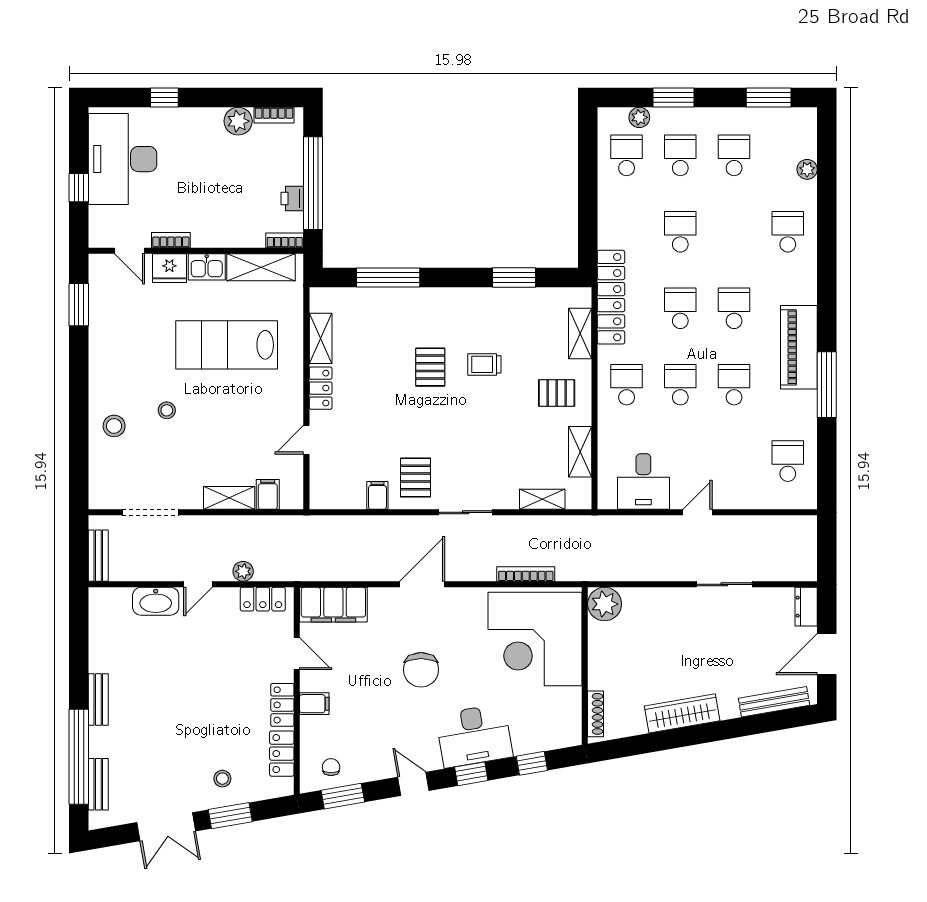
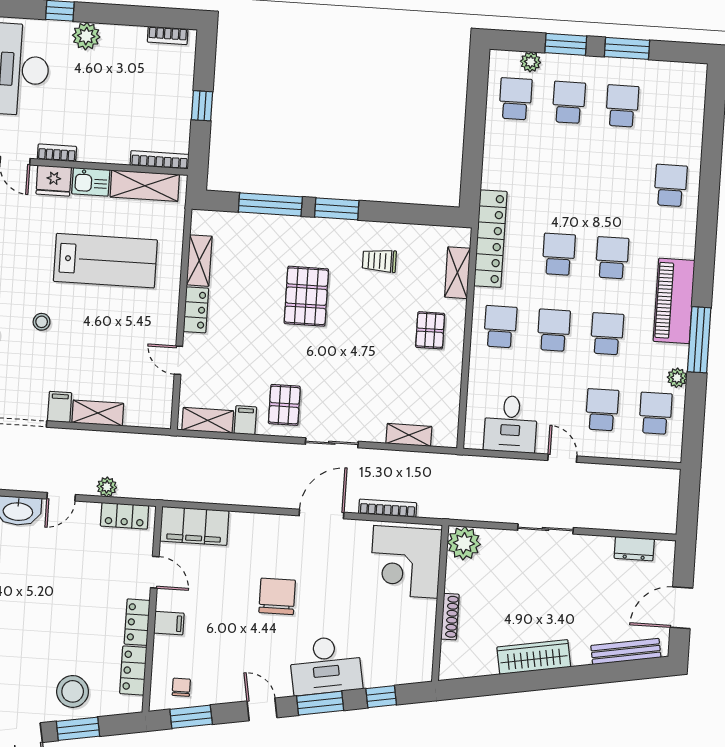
window: (769, 98) -> (627, 48), moved
plant: (238, 121) -> (86, 36), moved
plant: (807, 169) -> (677, 378), moved
window: (313, 183) -> (202, 106), width x0.32
printer: (292, 199) -> (180, 120), removed
school desk: (680, 232) -> (602, 410), moved
bookcase: (285, 240) -> (160, 160), width x1.56
window: (514, 278) -> (337, 209), moved
lab bench: (227, 345) -> (105, 261), turned 180
trolley: (484, 364) -> (379, 261), moved
pallet: (430, 367) -> (306, 296), width x1.50, depth x1.42
pallet: (557, 393) -> (430, 330), turned 90
door: (306, 440) -> (178, 360), hinge flipped
shelving: (580, 452) -> (208, 420), moved, turned 90
filing cabinet: (268, 494) -> (60, 407), moved
door: (697, 512) -> (562, 458), hinge flipped
door: (422, 584) -> (322, 514), moved
sliding door: (724, 584) -> (545, 529), moved
dresser: (806, 607) -> (634, 549), moved, turned -90
corner desk: (535, 639) -> (406, 562), width x0.74, depth x0.74
chair: (421, 670) -> (277, 596), turned 180
shoe rack: (595, 714) -> (450, 617), moved
window: (471, 774) -> (320, 703), width x1.50
stool: (222, 779) -> (73, 691), width x1.89, depth x1.89

